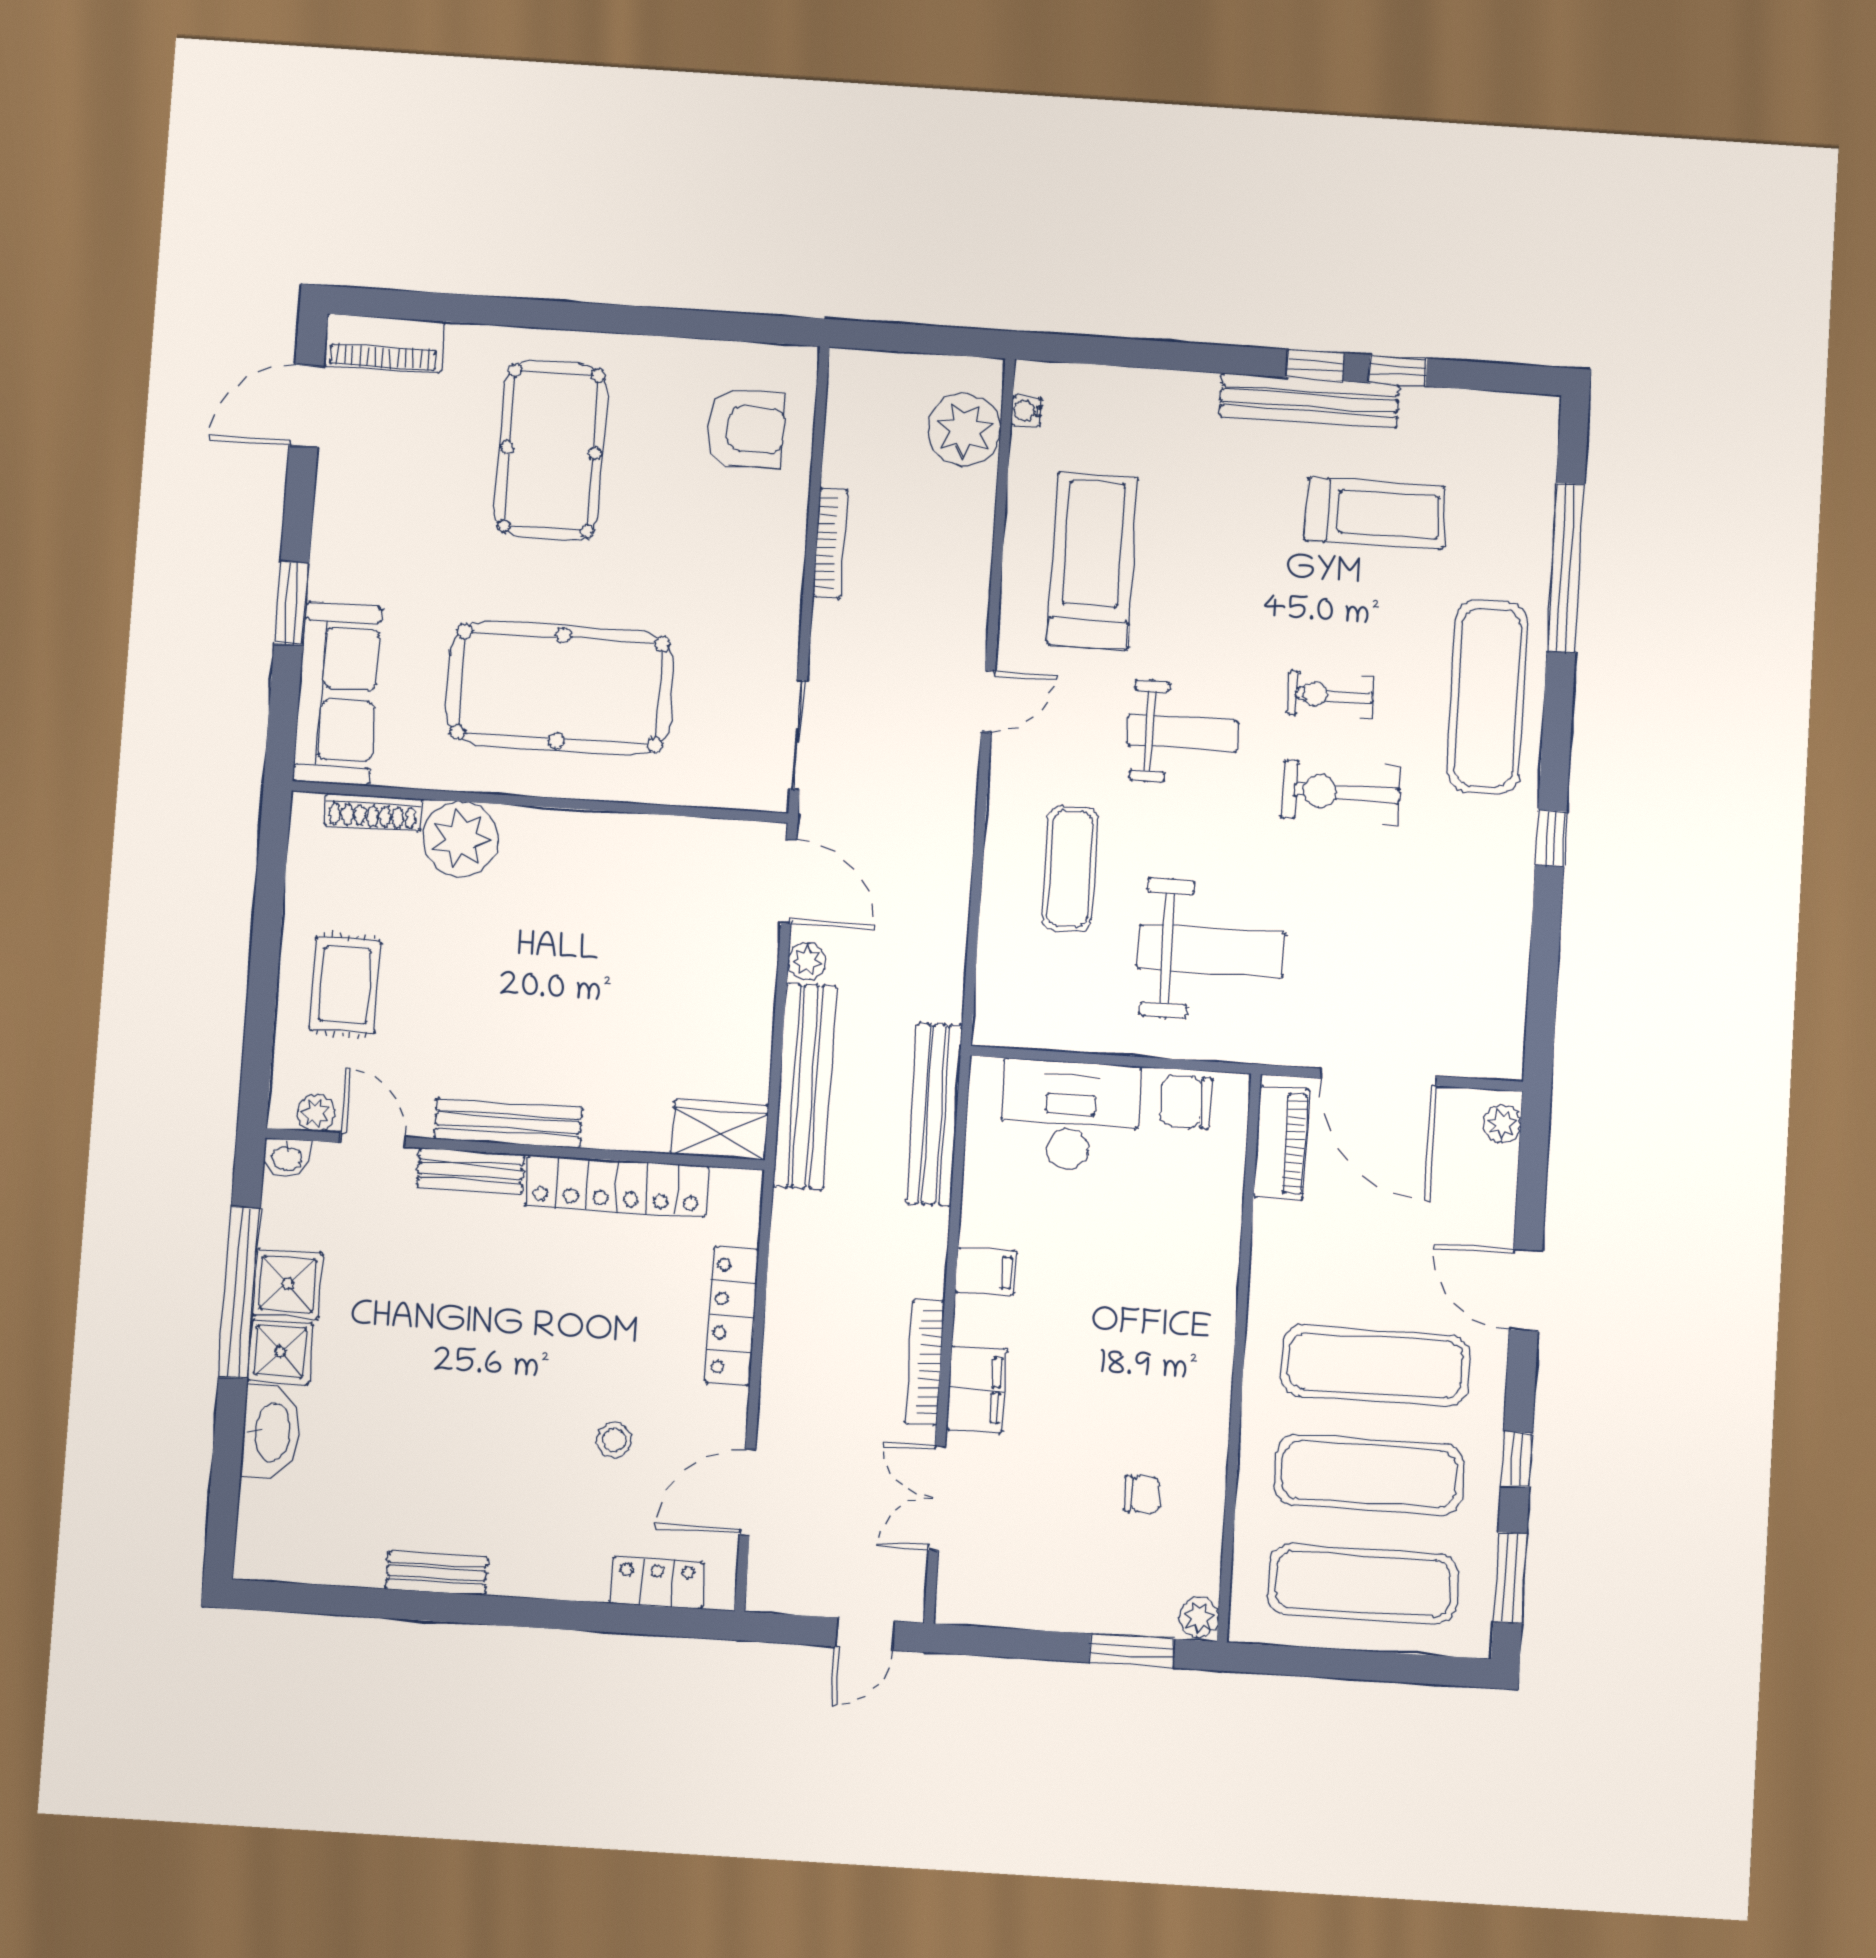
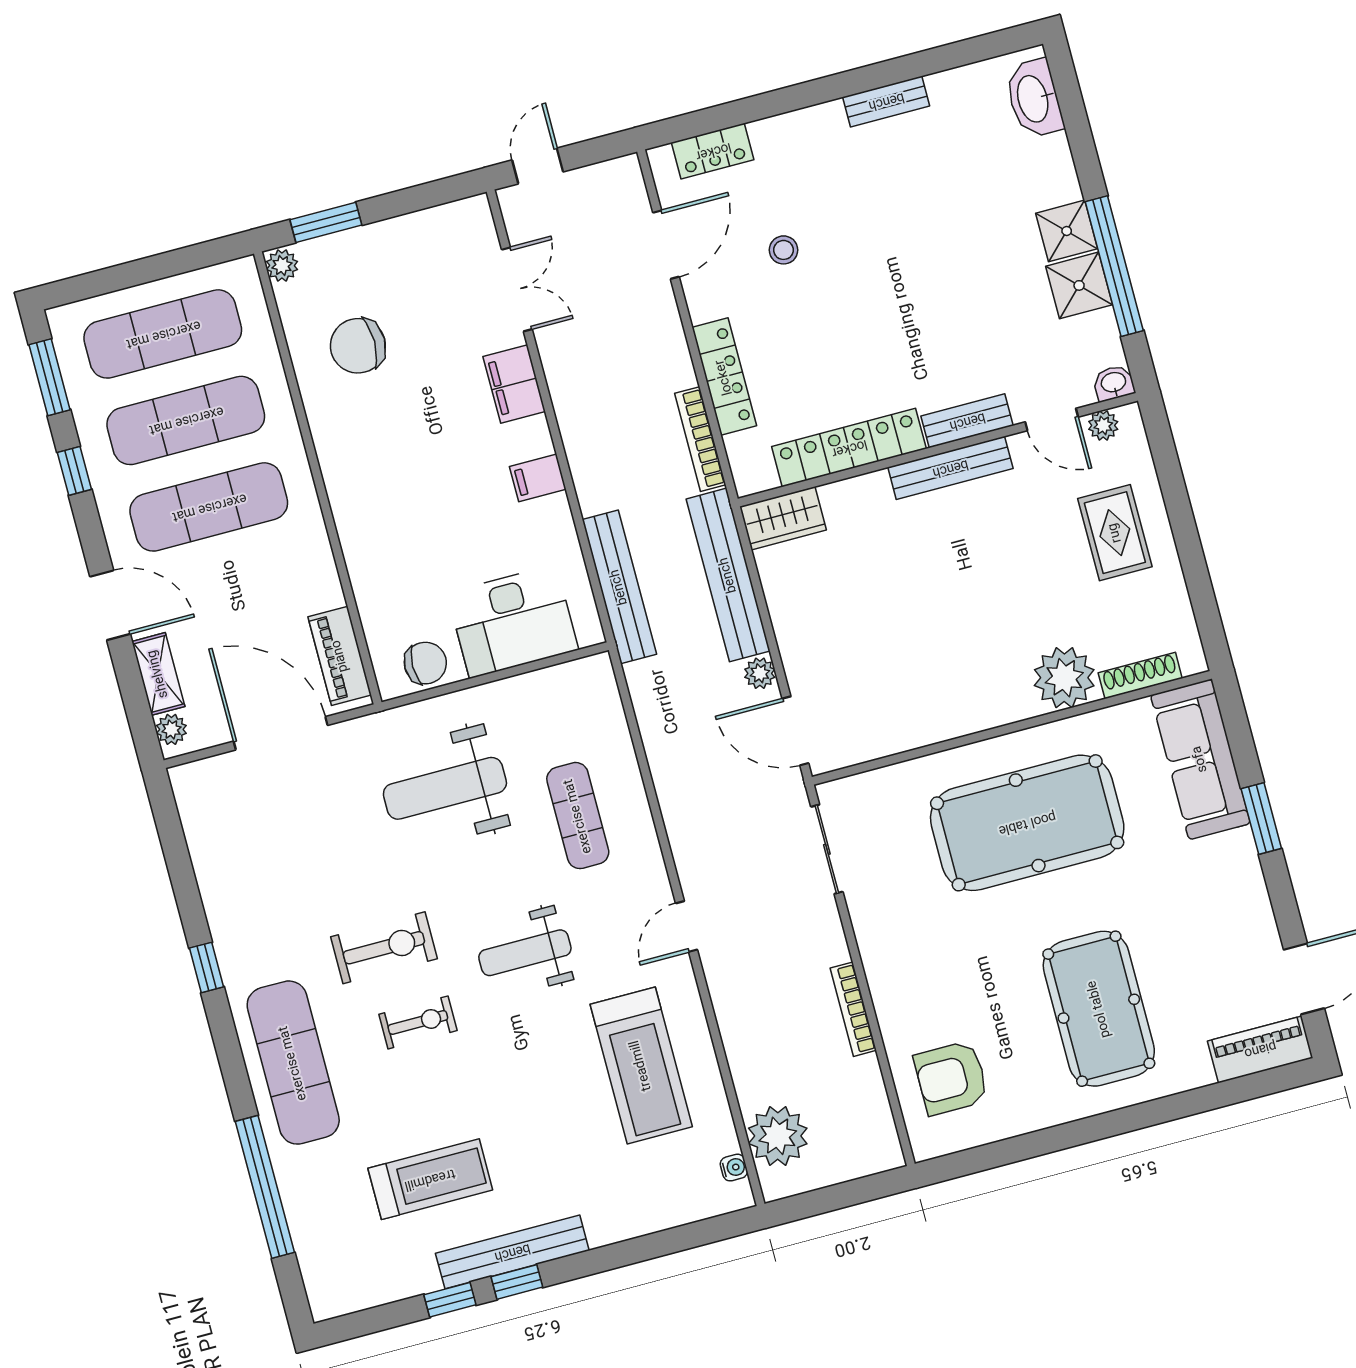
treadmill: (1375, 513) -> (430, 1179), turned 180
shelving: (1496, 1192) -> (158, 674), added
bookcase: (925, 1363) -> (700, 439), moved, turned 180
washbasin: (271, 1432) -> (1034, 99), moved
chair: (1142, 1494) -> (358, 346), width x1.87, depth x1.87

